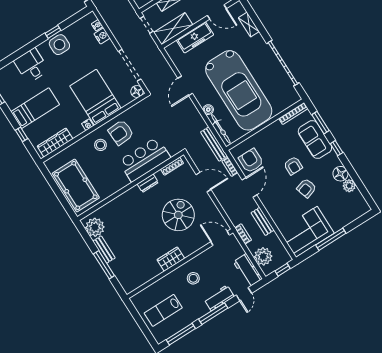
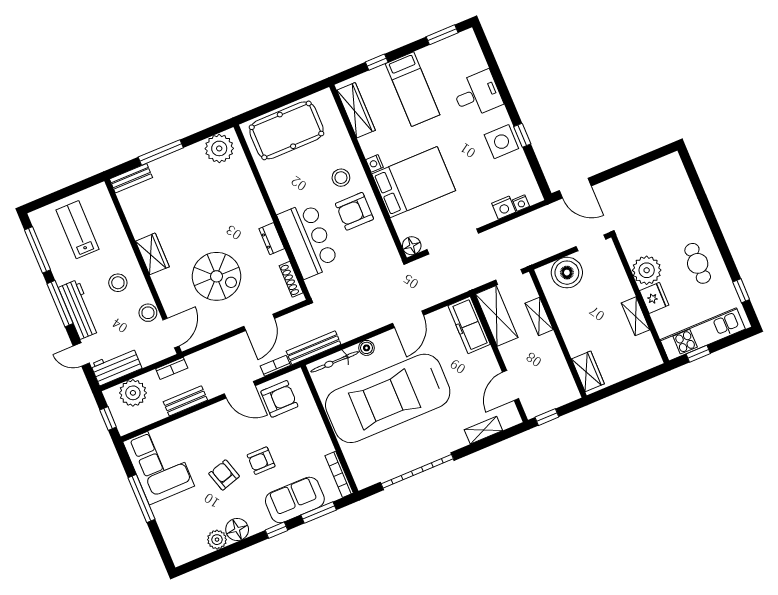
freezer: (195, 37) -> (469, 325), moved
door: (185, 86) -> (408, 319), swing flipped
armchair: (121, 132) -> (354, 211), turned -87
bench: (104, 250) -> (131, 178), moved
stool: (209, 255) -> (148, 313), added
workbench: (219, 298) -> (79, 309), width x1.38

